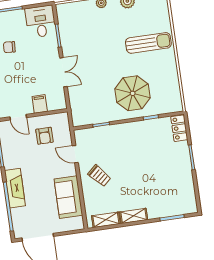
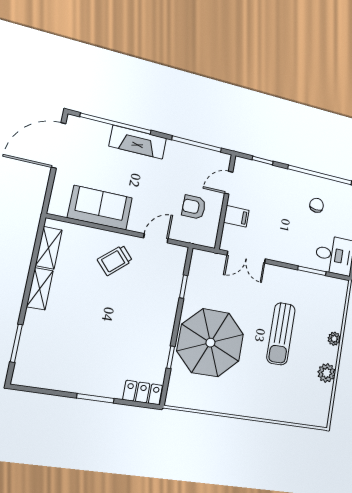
sun lounger: (148, 43) -> (281, 334), moved
double door: (63, 72) -> (246, 257), moved
parasol: (133, 93) -> (210, 343), width x1.36, depth x1.36

